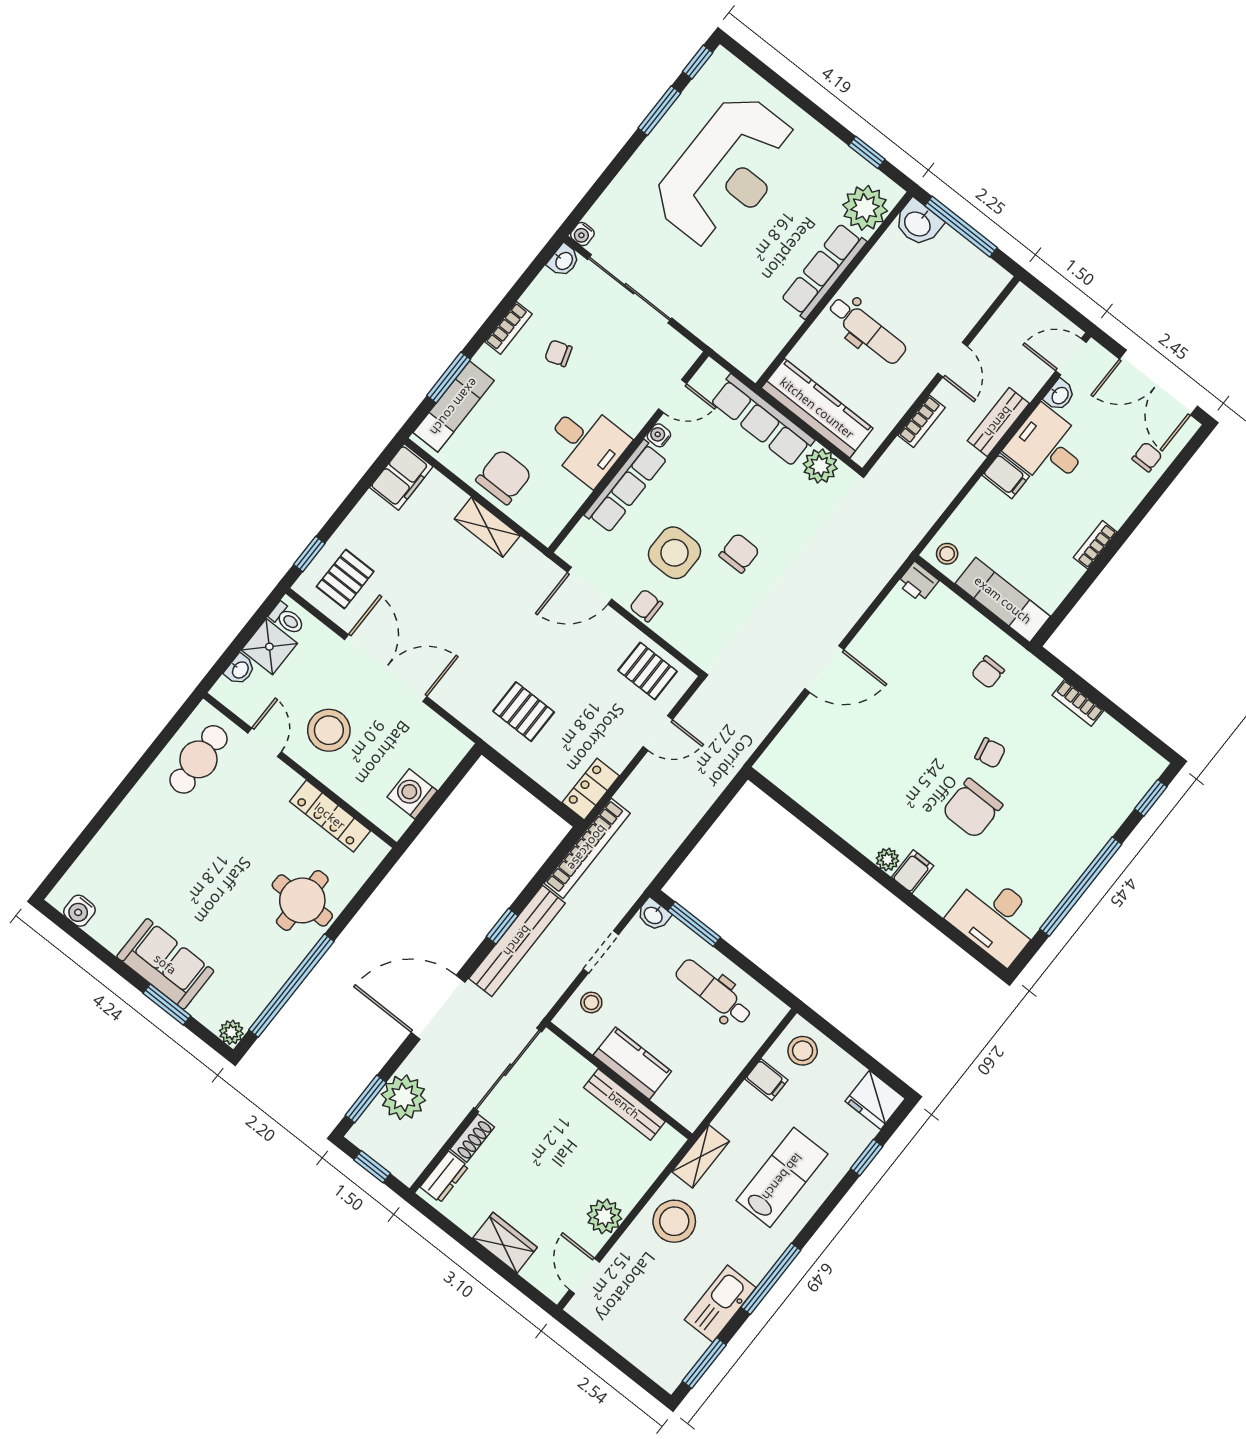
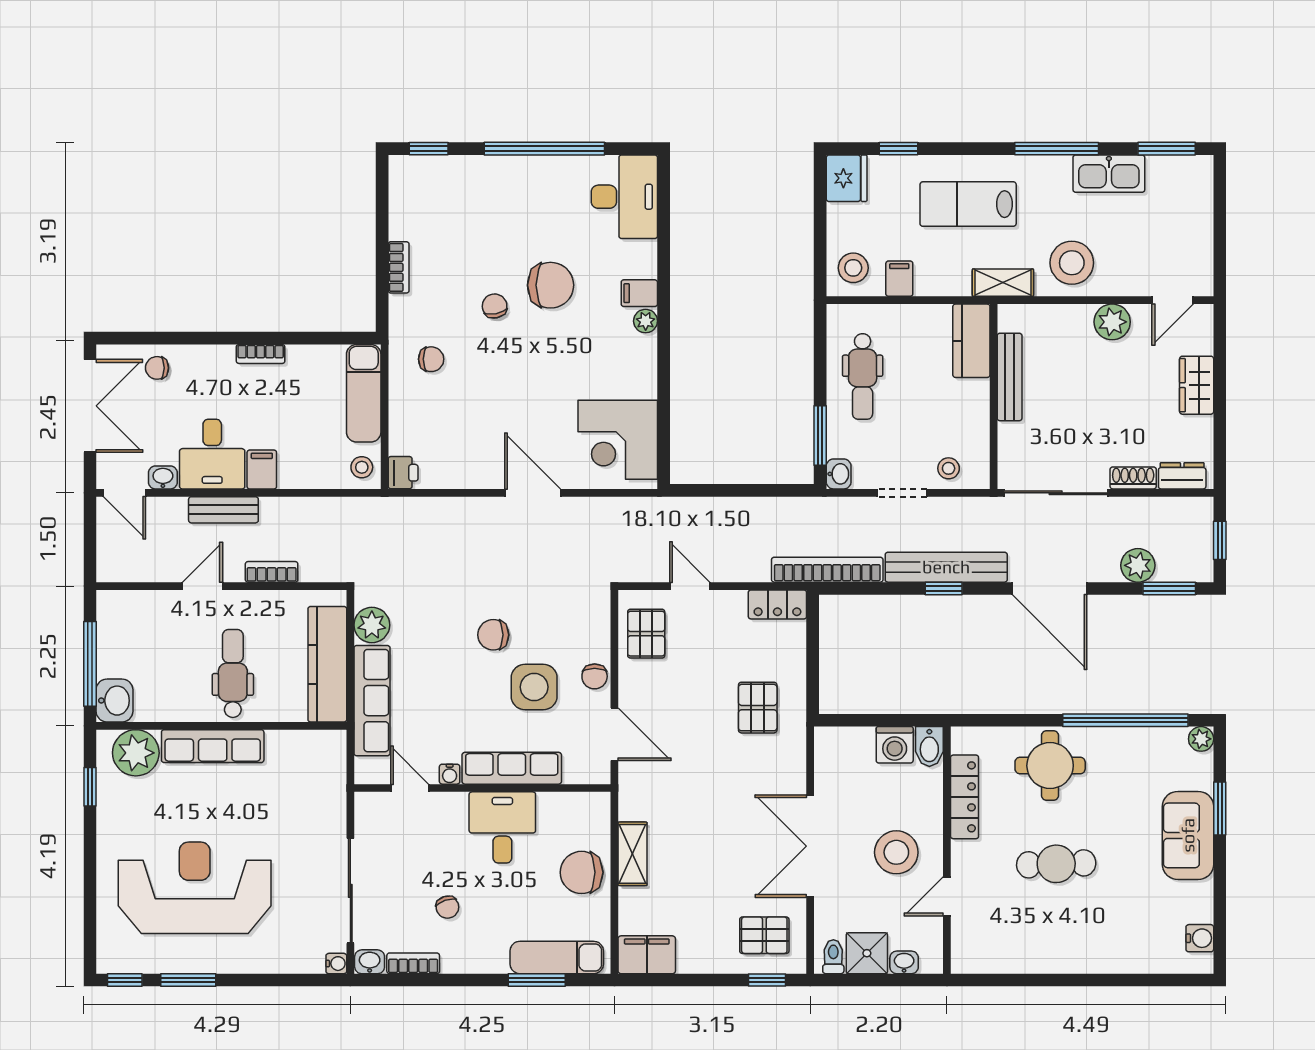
bookcase: (508, 328) -> (413, 963), moved
cafe table: (198, 759) -> (1056, 864), moved
corner desk: (813, 766) -> (618, 440), added
bidet: (390, 820) -> (929, 747), added
kitchen counter: (632, 1063) -> (971, 341), moved
plant: (403, 1097) -> (1138, 565), width x0.73, depth x0.73

